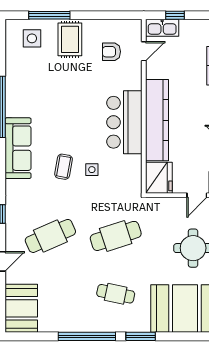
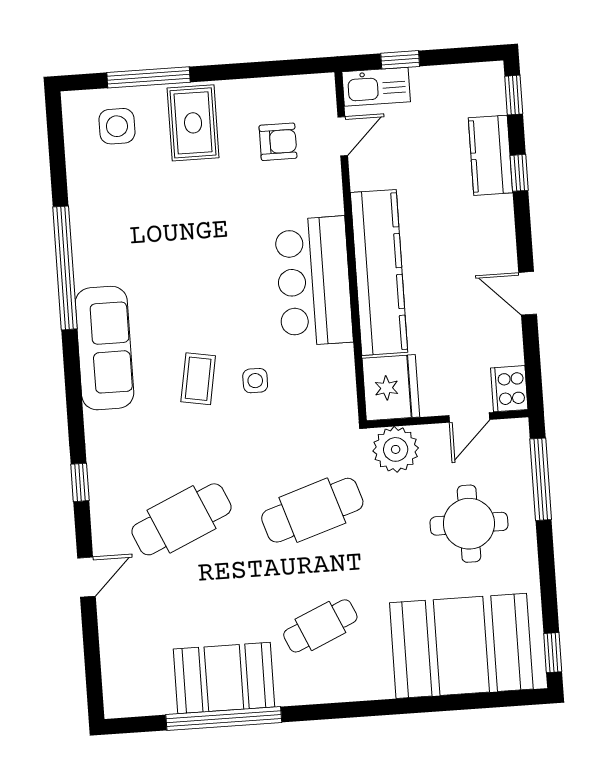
armchair: (111, 52) -> (278, 142), turned 180
plant: (159, 209) -> (396, 449), added
cafe table: (116, 294) -> (320, 626), turned -36
booth: (21, 308) -> (224, 678), moved, turned 90
window: (87, 336) -> (224, 719), moved
window: (141, 336) -> (376, 708), removed

